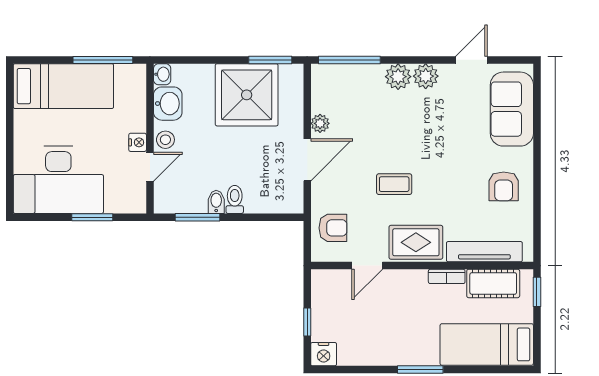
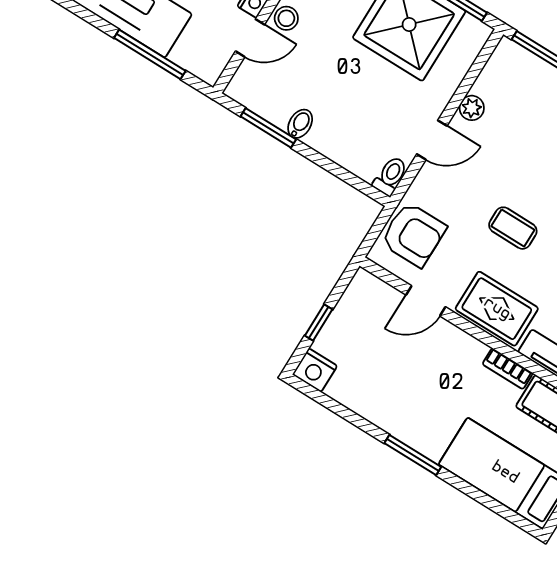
door: (307, 160) -> (432, 140), width x0.73
toilet: (235, 199) -> (390, 176), moved
window: (92, 217) -> (150, 54), width x1.44
armchair: (333, 228) -> (413, 234), width x1.38, depth x1.38

